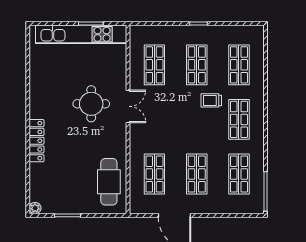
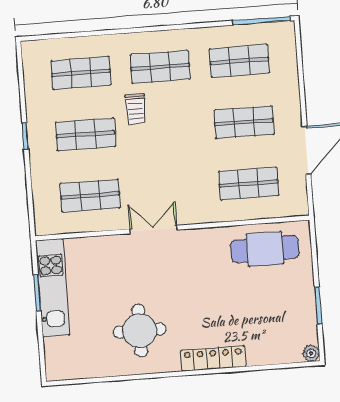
kitchen unit: (81, 34) -> (53, 288), width x0.73
round table: (91, 104) -> (140, 331), moved

